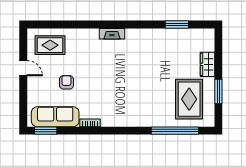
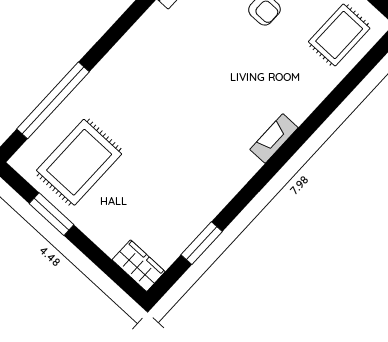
wardrobe: (207, 64) -> (139, 266), moved
rug: (189, 99) -> (79, 162), turned 90

